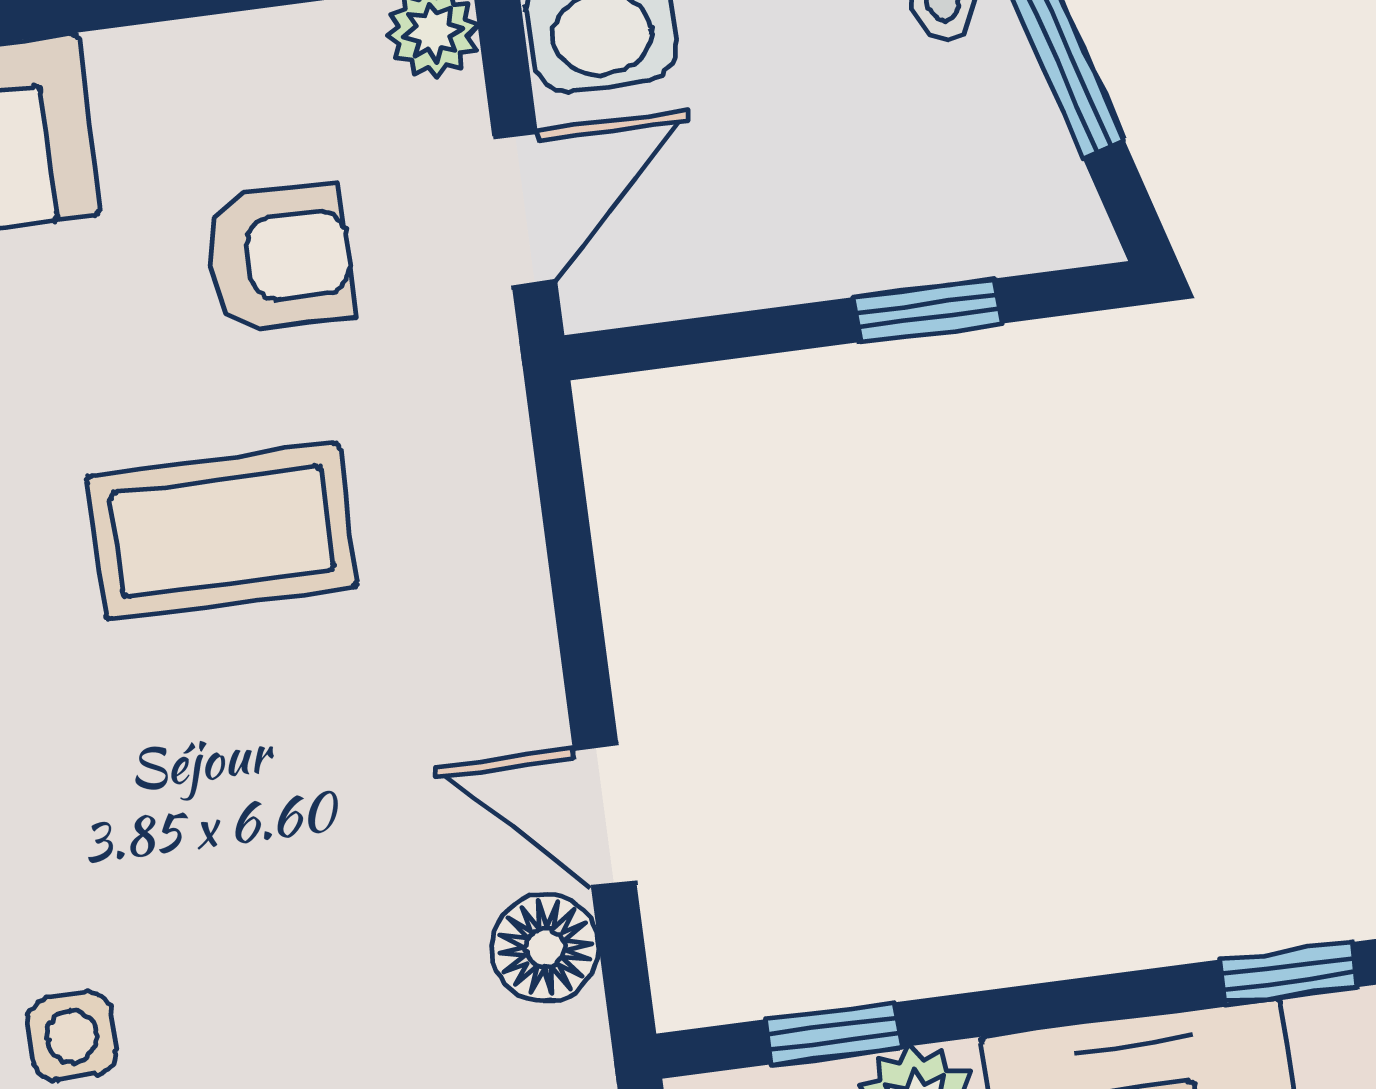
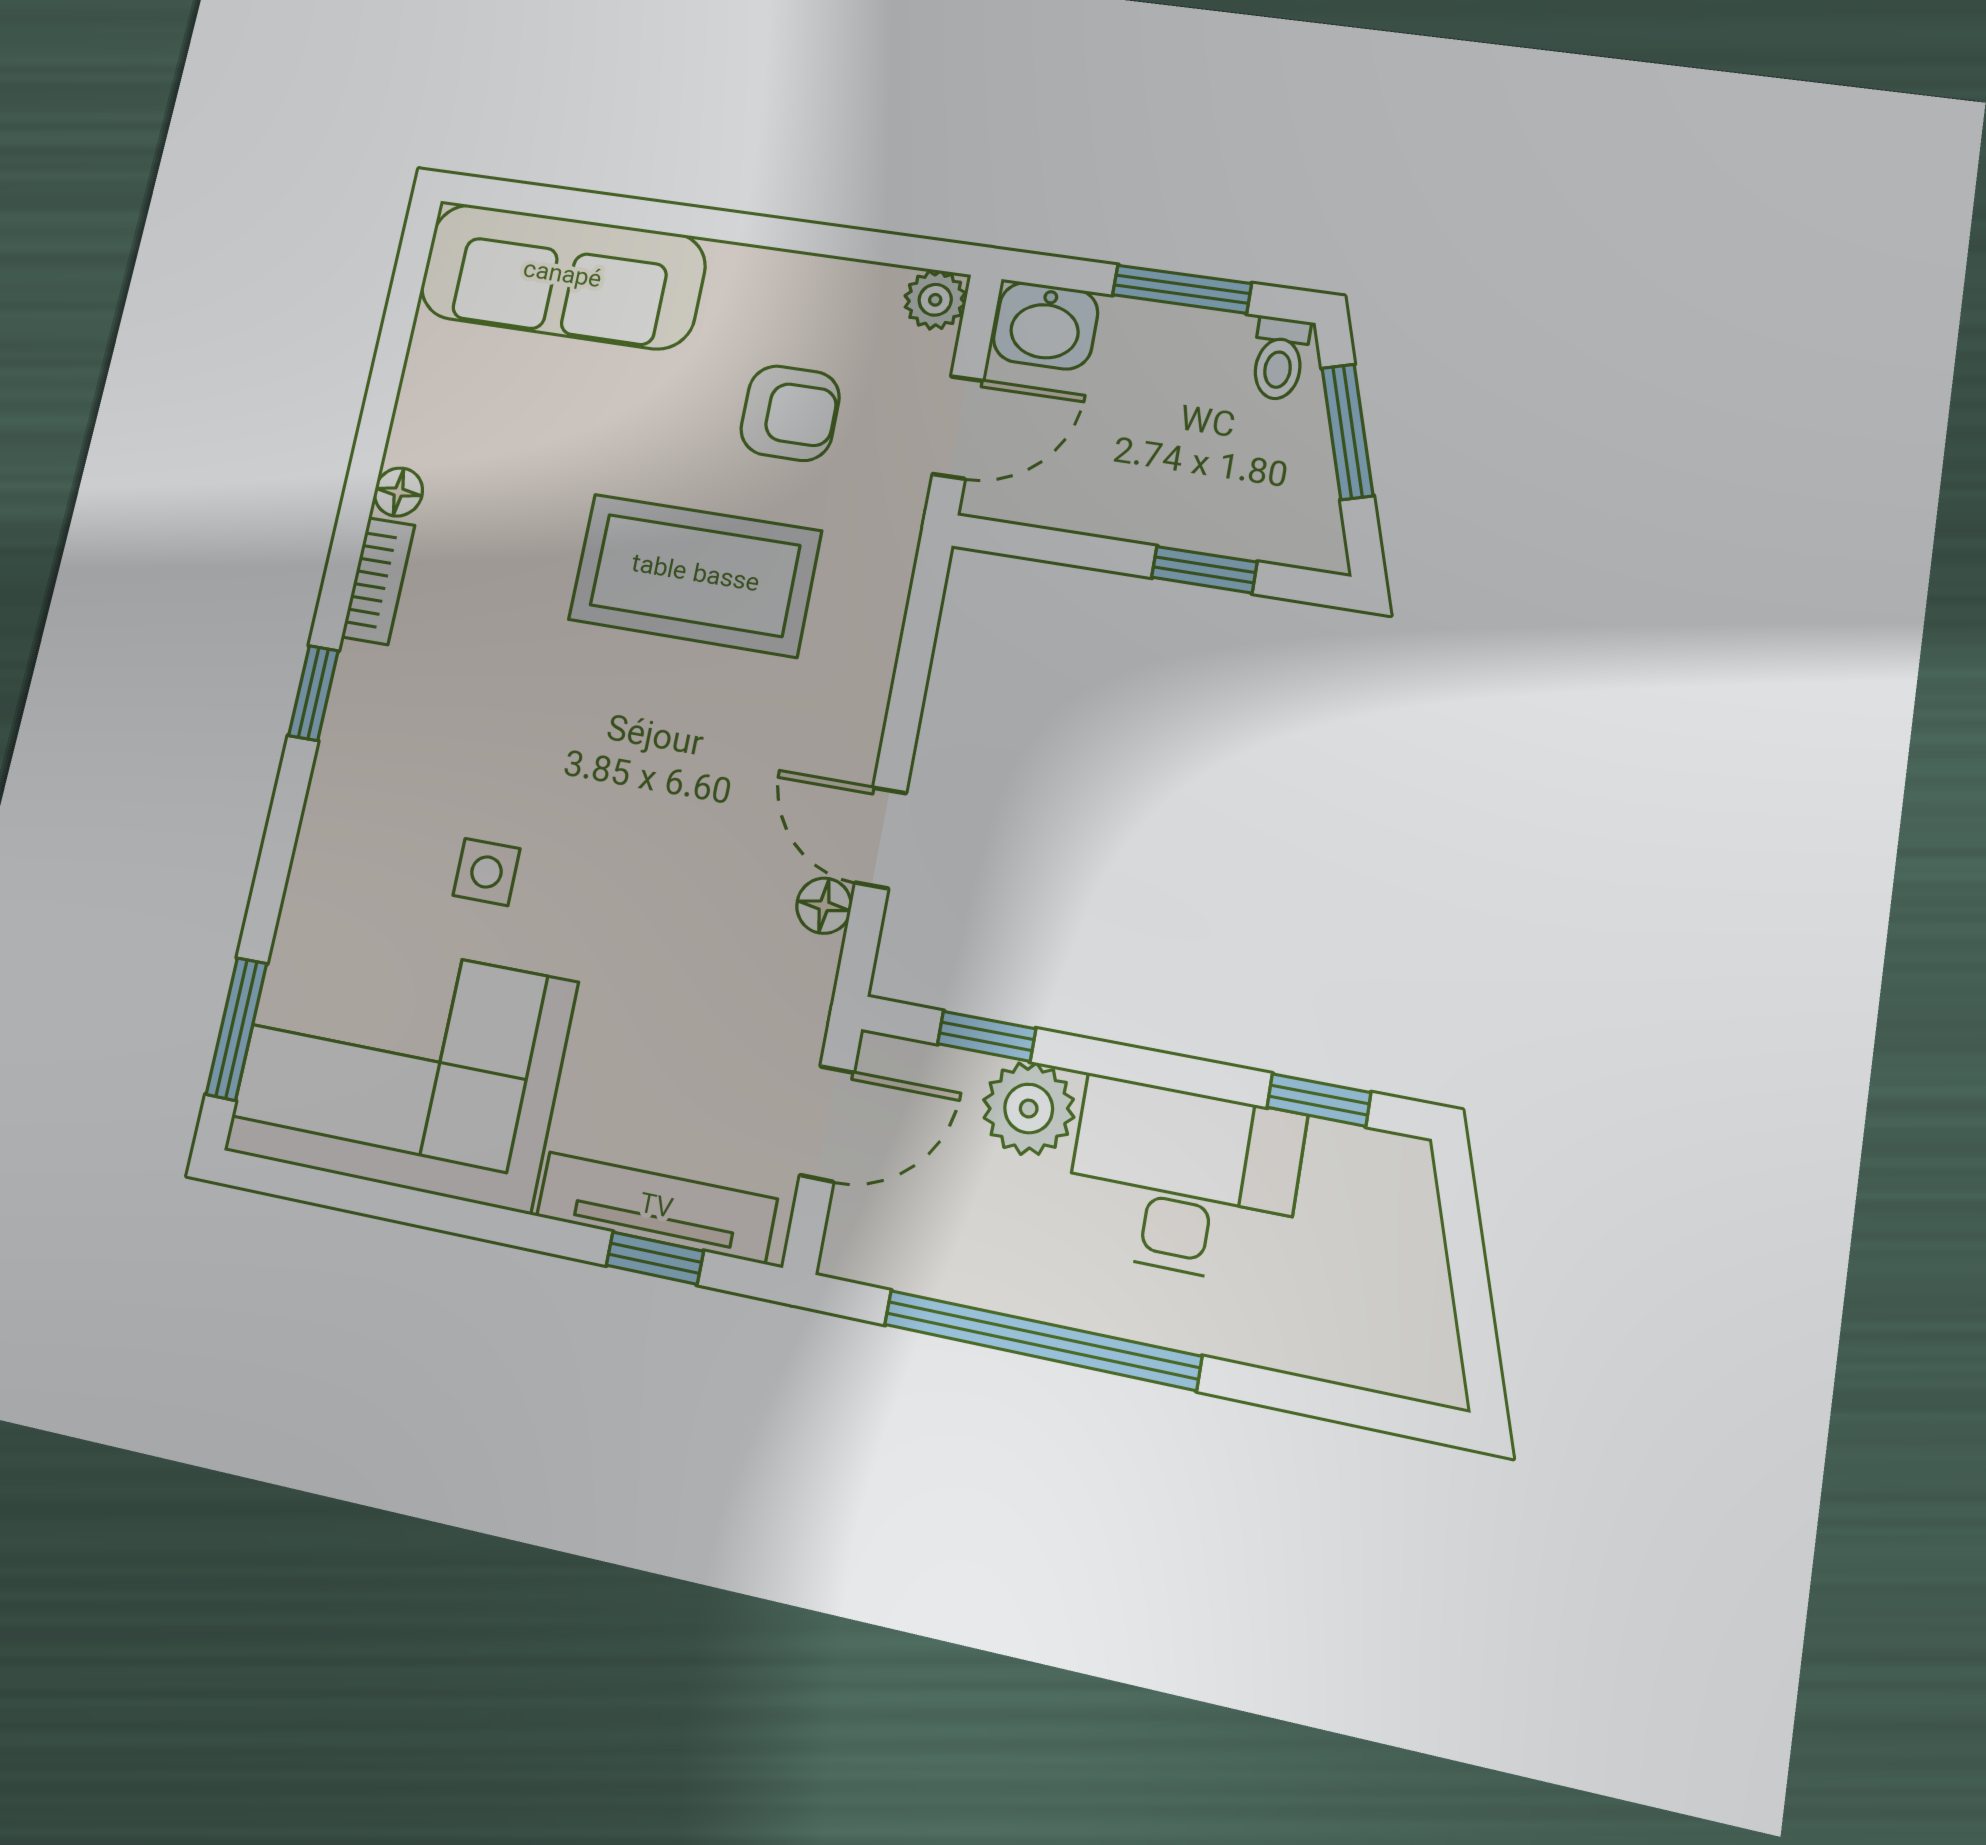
coffee table: (222, 531) -> (695, 575), width x1.36, depth x1.32
floor lamp: (545, 948) -> (824, 906), width x0.73, depth x0.73

